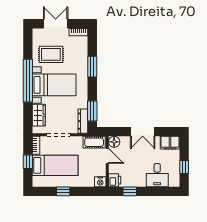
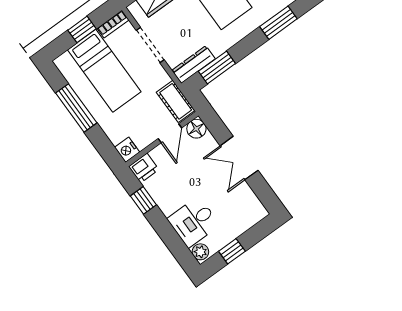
filing cabinet: (170, 143) -> (251, 207), removed
plant: (174, 182) -> (200, 252), added
window: (63, 191) -> (76, 108), width x2.17

